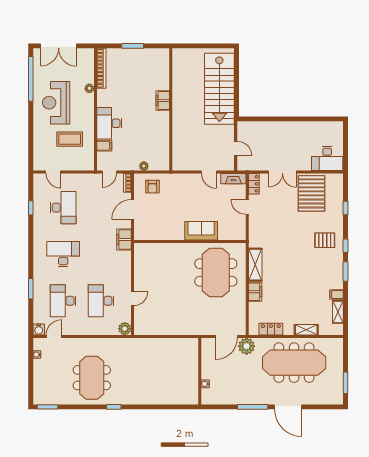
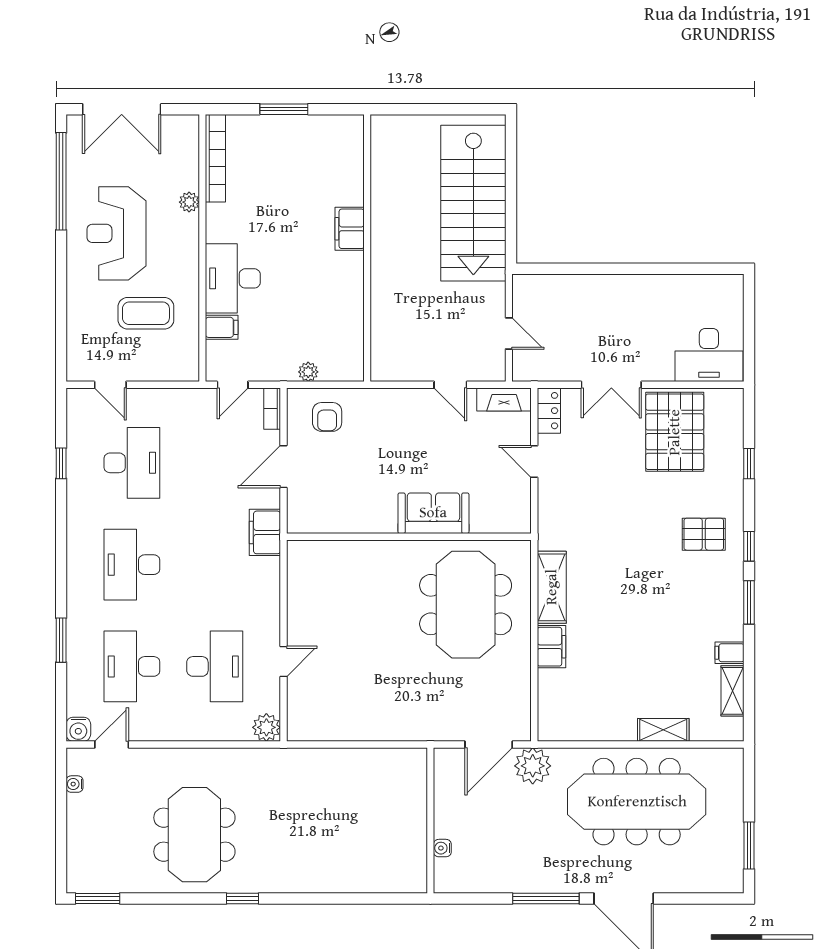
desk: (63, 254) -> (132, 565), turned -90
desk: (101, 301) -> (215, 666), turned 180
locker: (271, 329) -> (586, 728), removed

